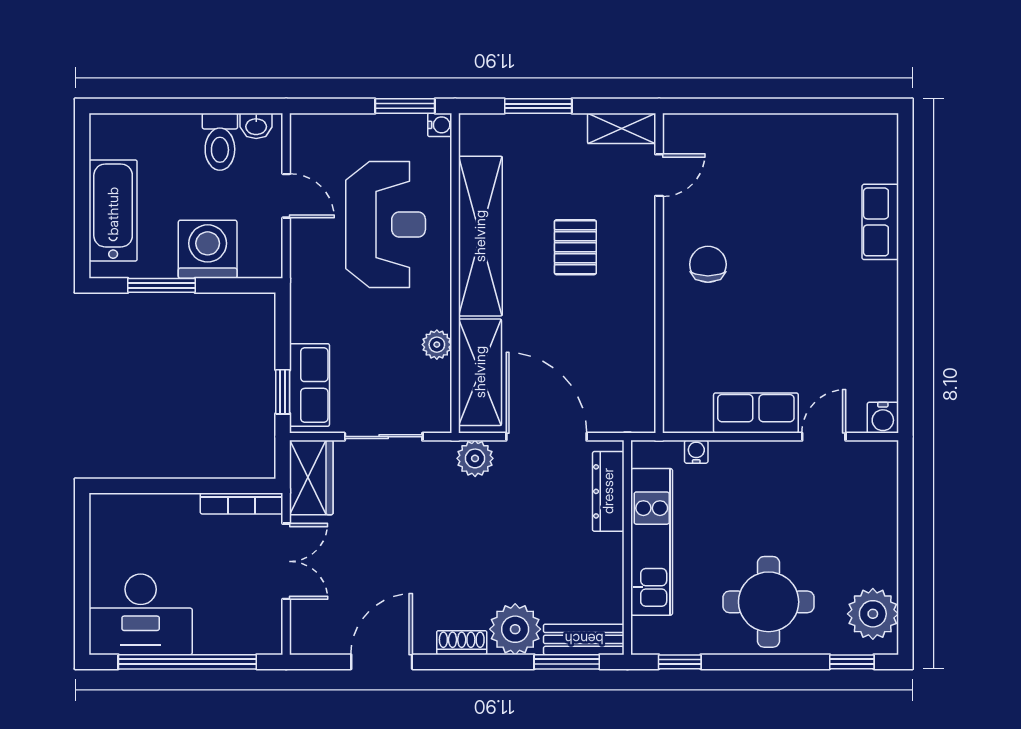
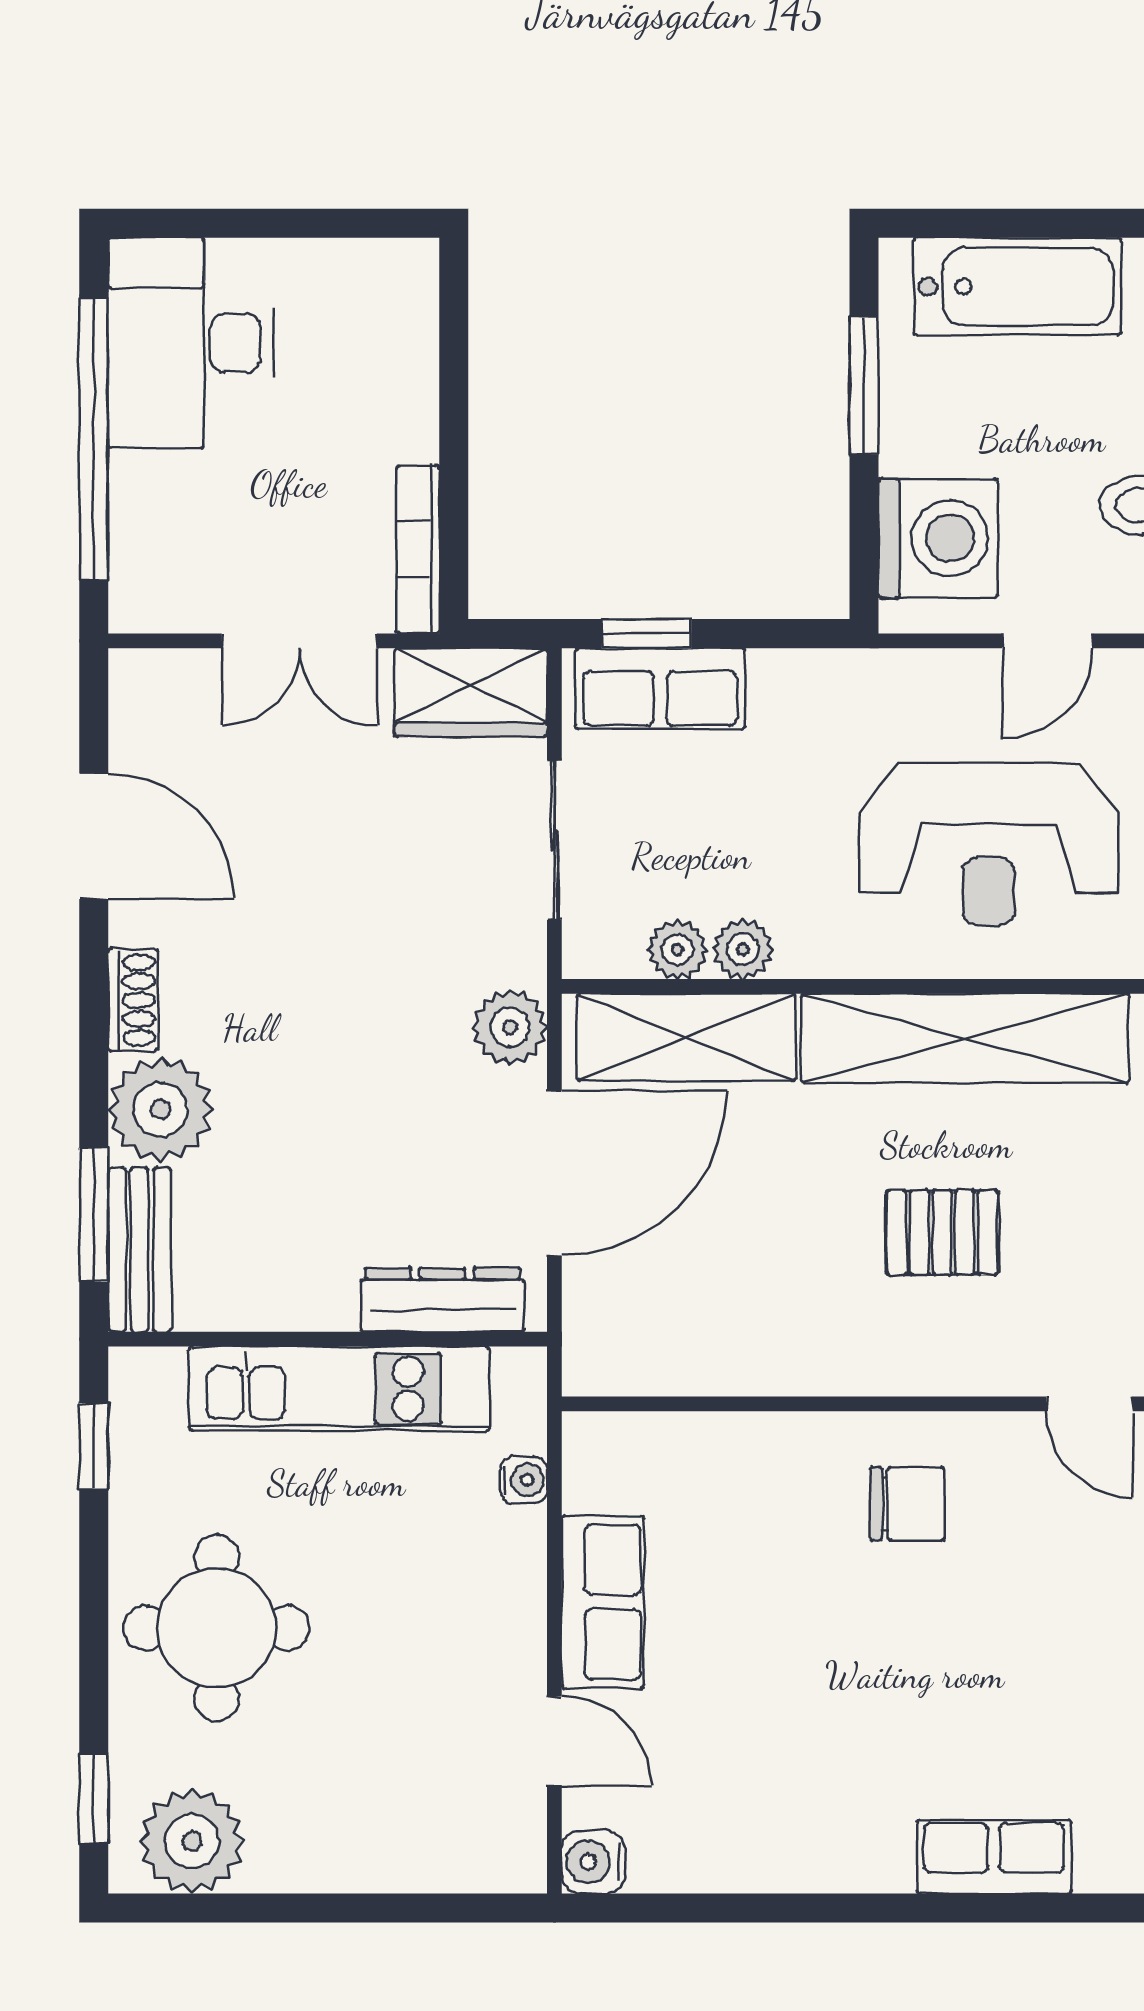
washing machine: (208, 249) -> (938, 538), moved
plant: (437, 377) -> (678, 950), added

